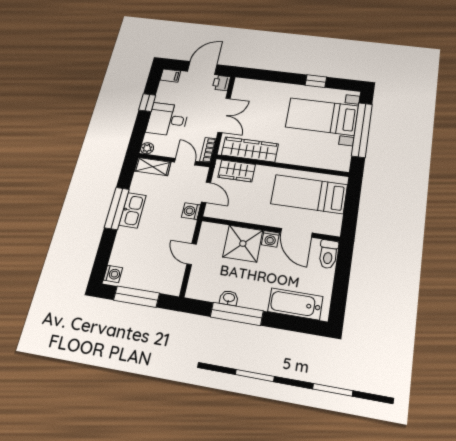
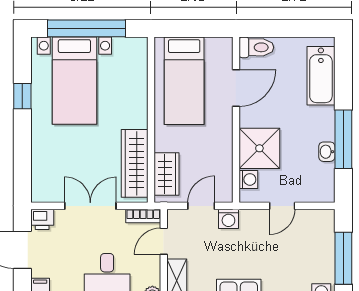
washing machine: (270, 239) -> (248, 179), moved

